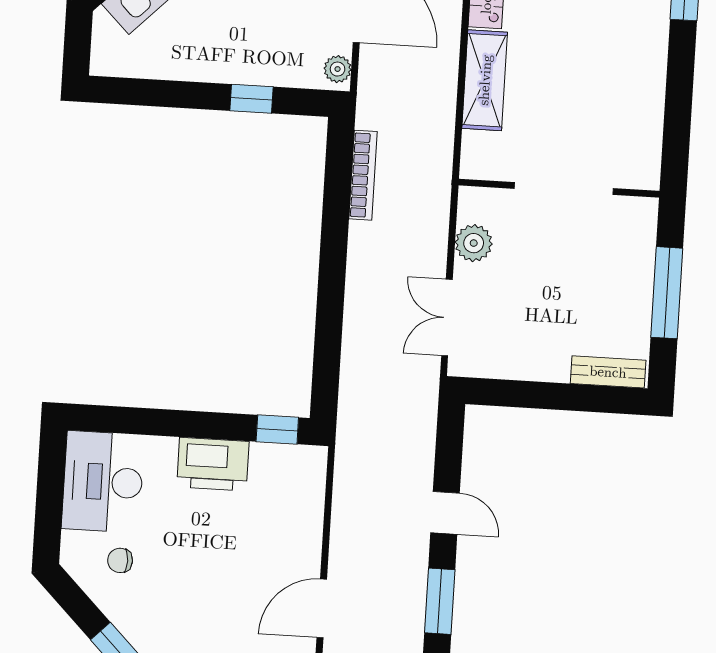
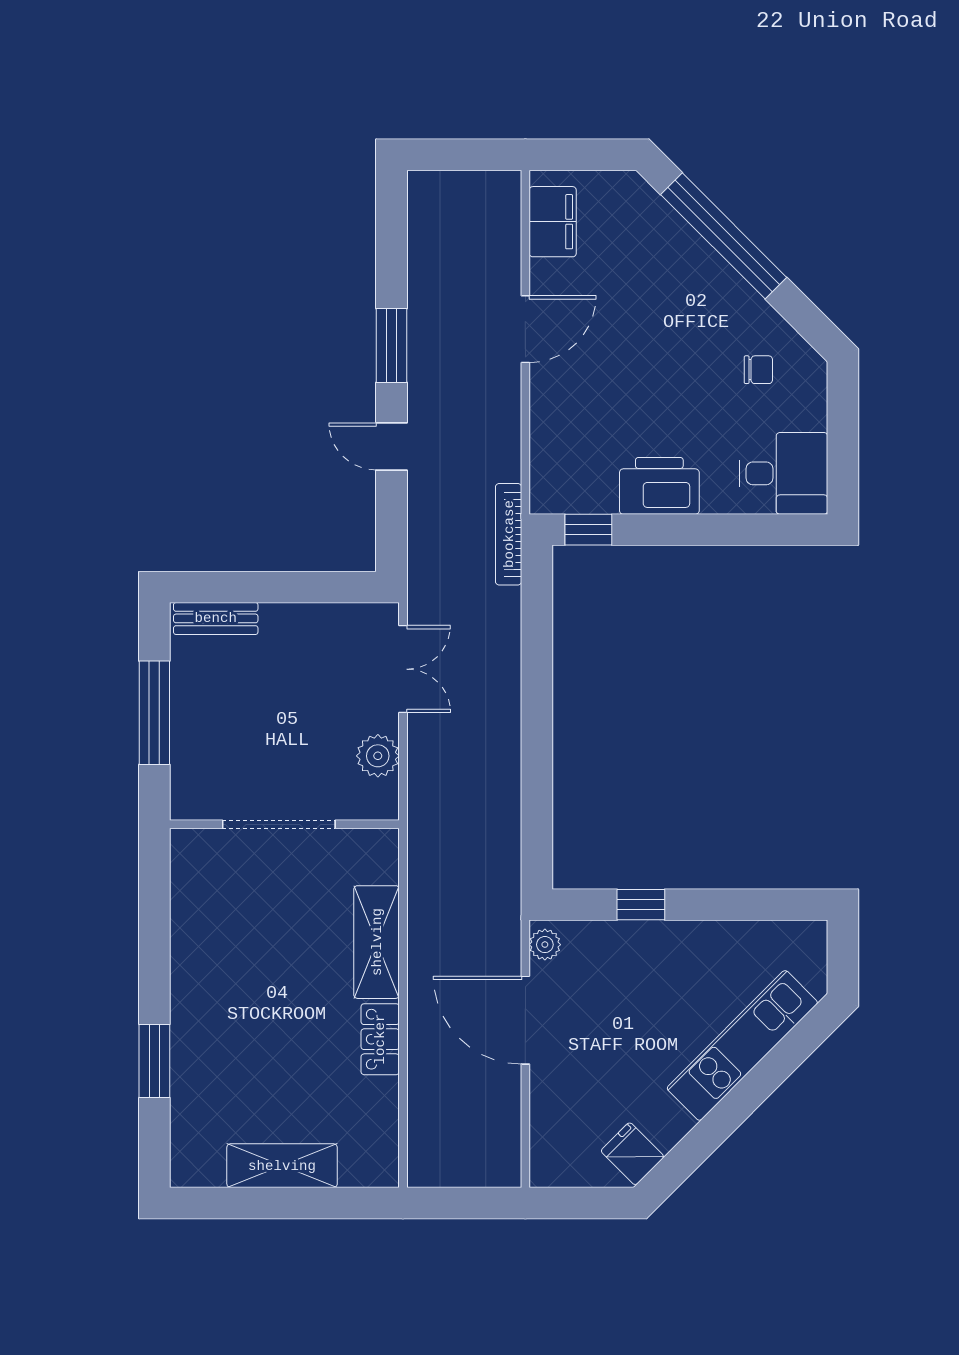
bookcase: (363, 175) -> (509, 534), moved
desk: (103, 482) -> (783, 473), width x0.73

